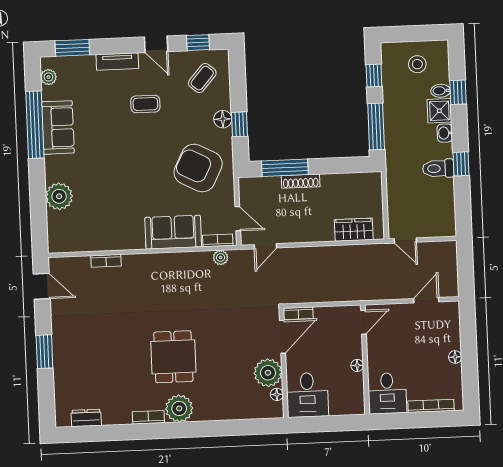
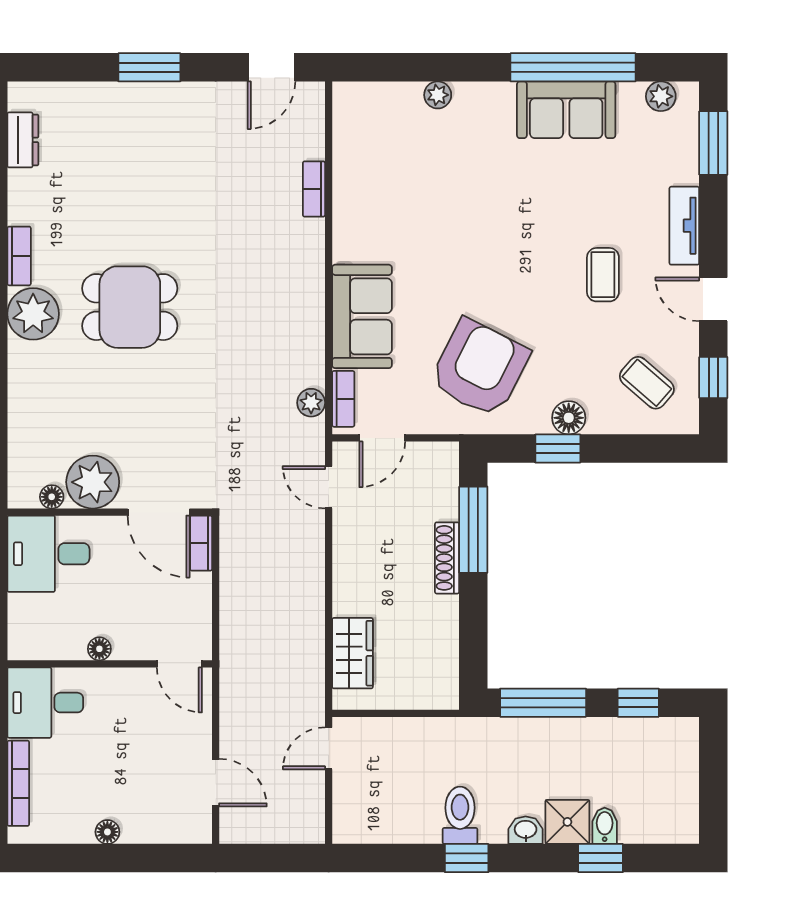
door: (156, 44) -> (713, 299), hinge flipped
stool: (417, 64) -> (656, 784), removed
plant: (59, 196) -> (438, 95), width x0.53, depth x0.53

